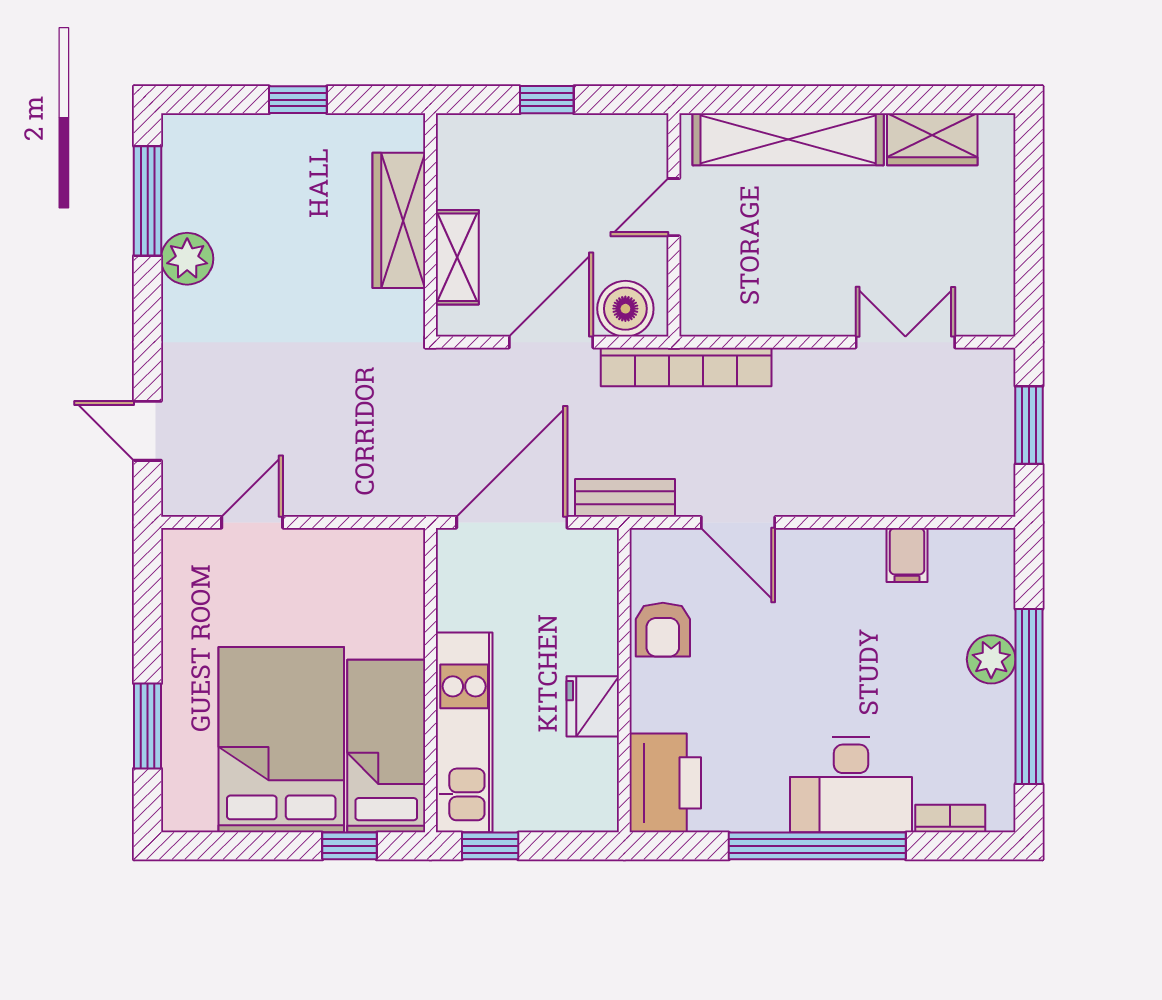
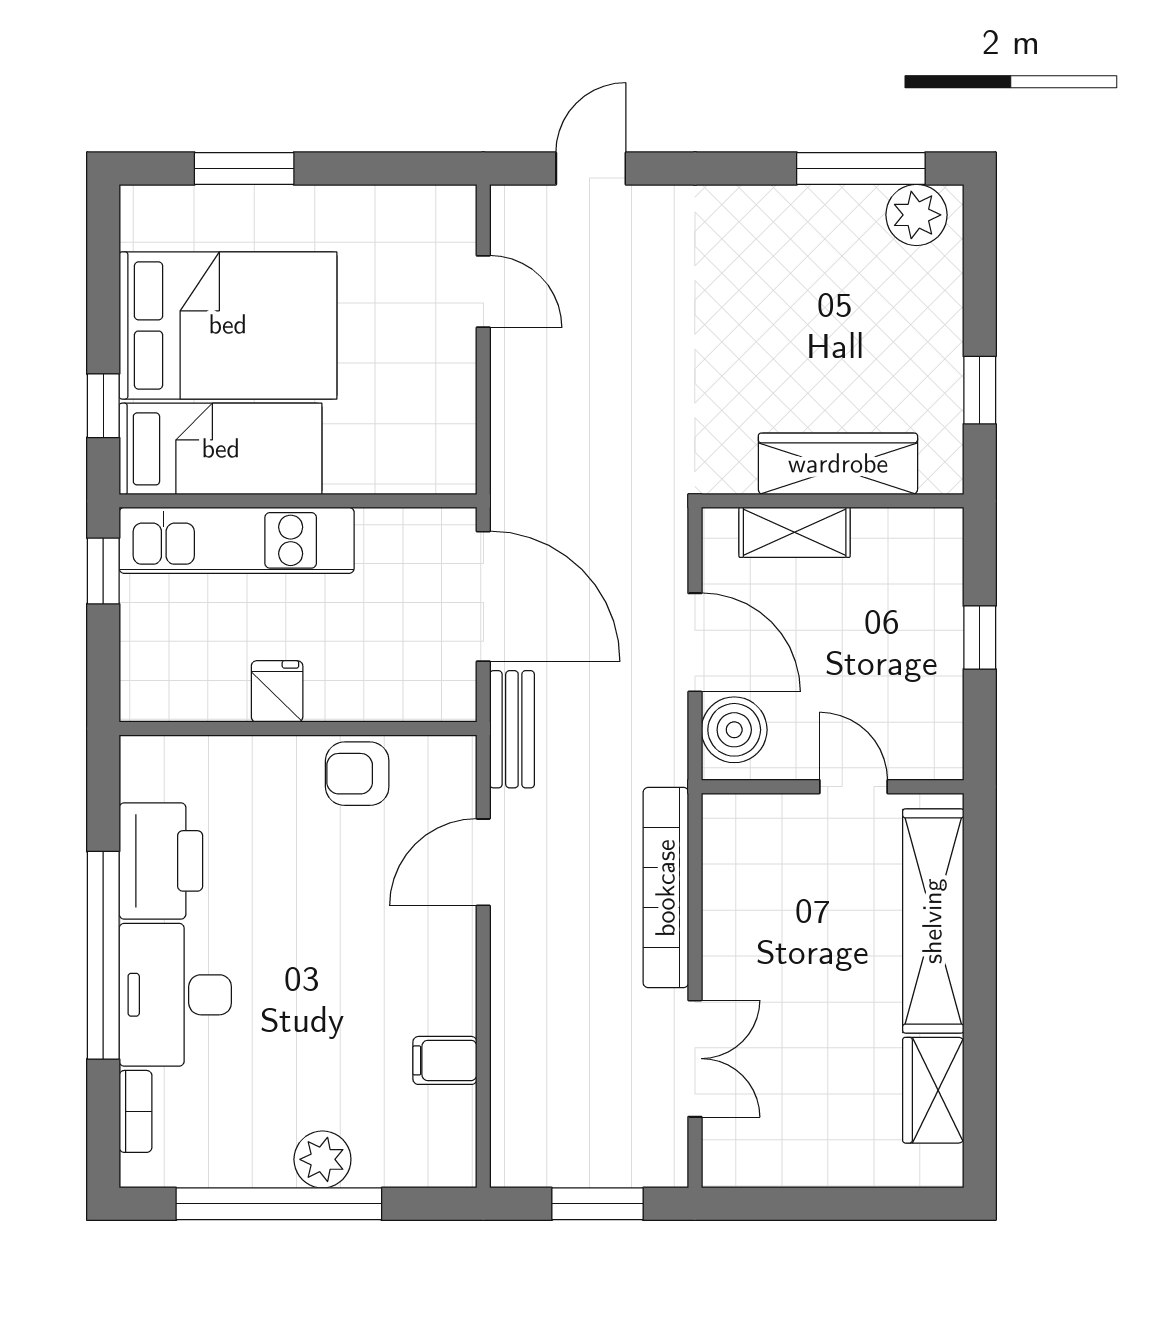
window: (298, 100) -> (980, 390), moved
plant: (187, 259) -> (916, 215), moved
bookcase: (686, 367) -> (666, 888), moved
fridge: (593, 706) -> (277, 691), width x0.72
printer: (665, 783) -> (161, 861), moved, turned -90

